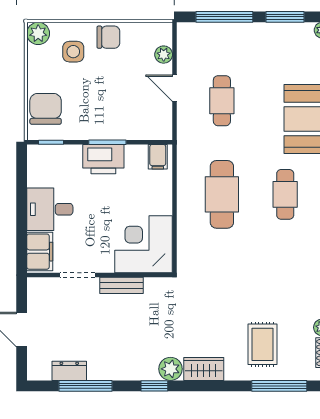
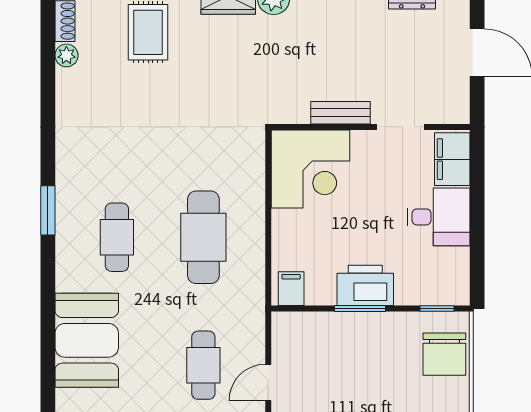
door: (174, 88) -> (268, 382), swing flipped

